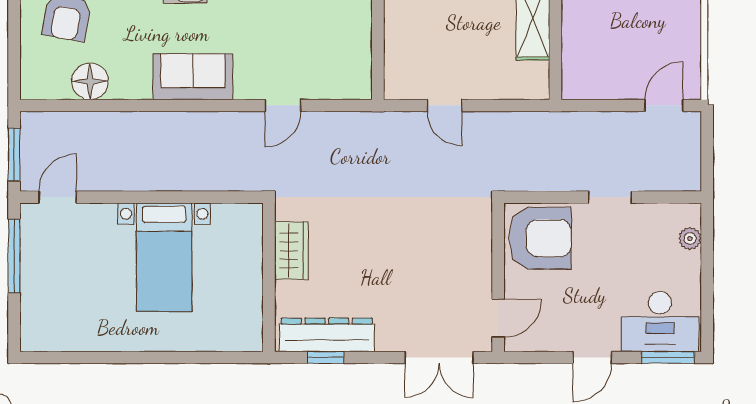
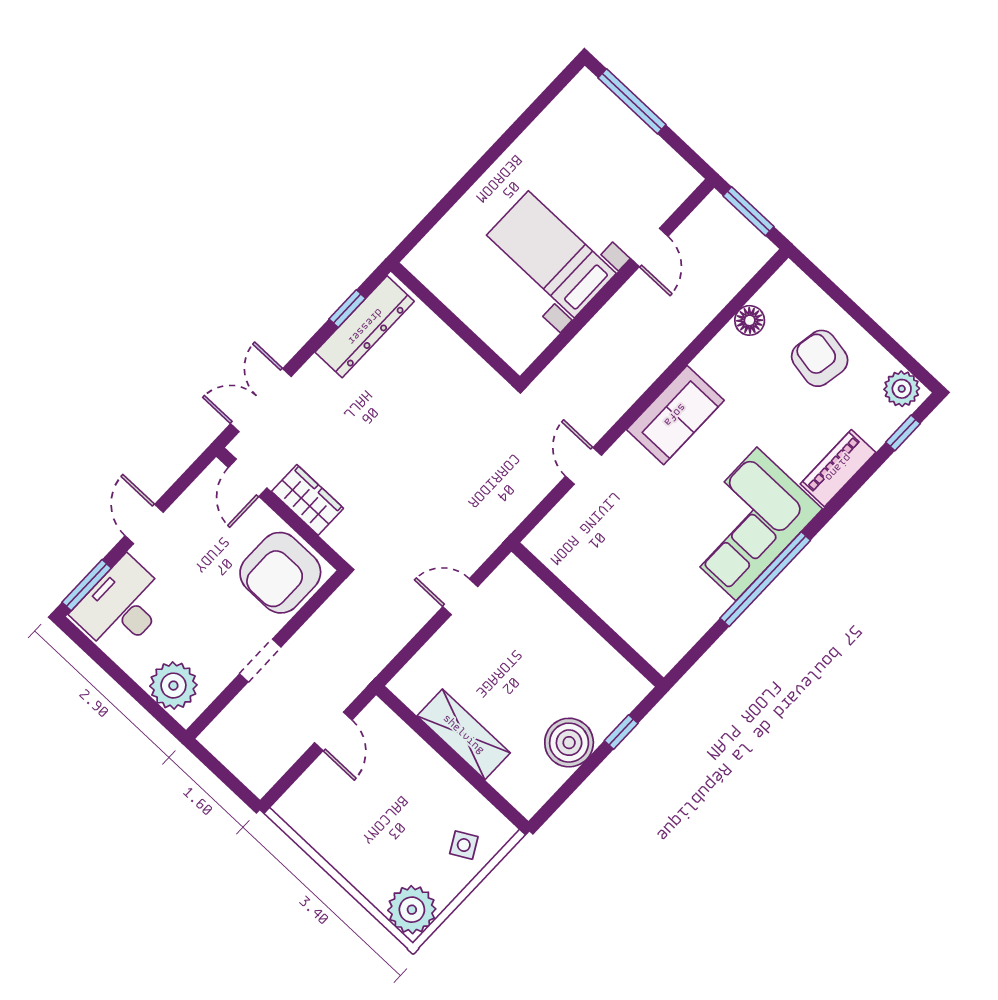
floor lamp: (90, 81) -> (750, 320), width x0.73, depth x0.73
door: (664, 105) -> (333, 731), moved
door: (58, 197) -> (649, 248), moved
plant: (690, 239) -> (173, 686), width x1.88, depth x1.88
wardrobe: (291, 251) -> (307, 500), moved, turned 180
window: (14, 256) -> (632, 101), moved

